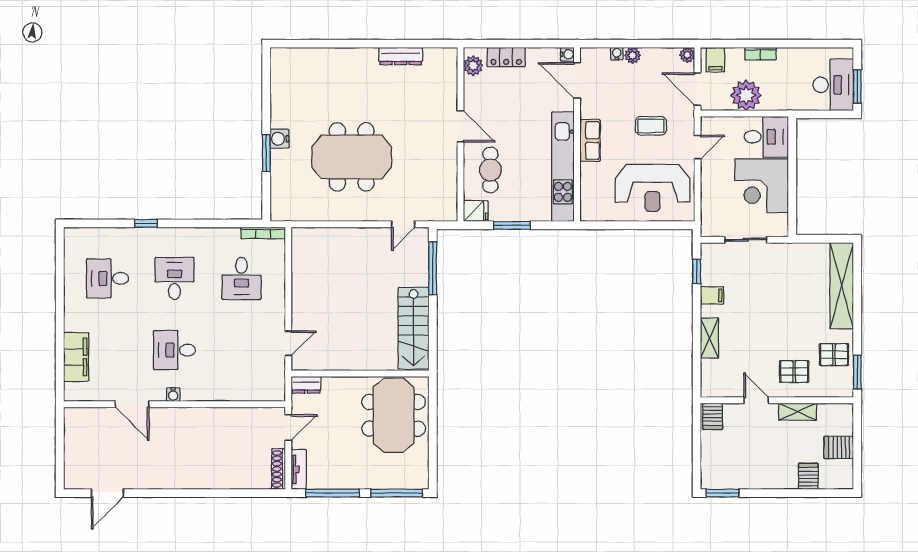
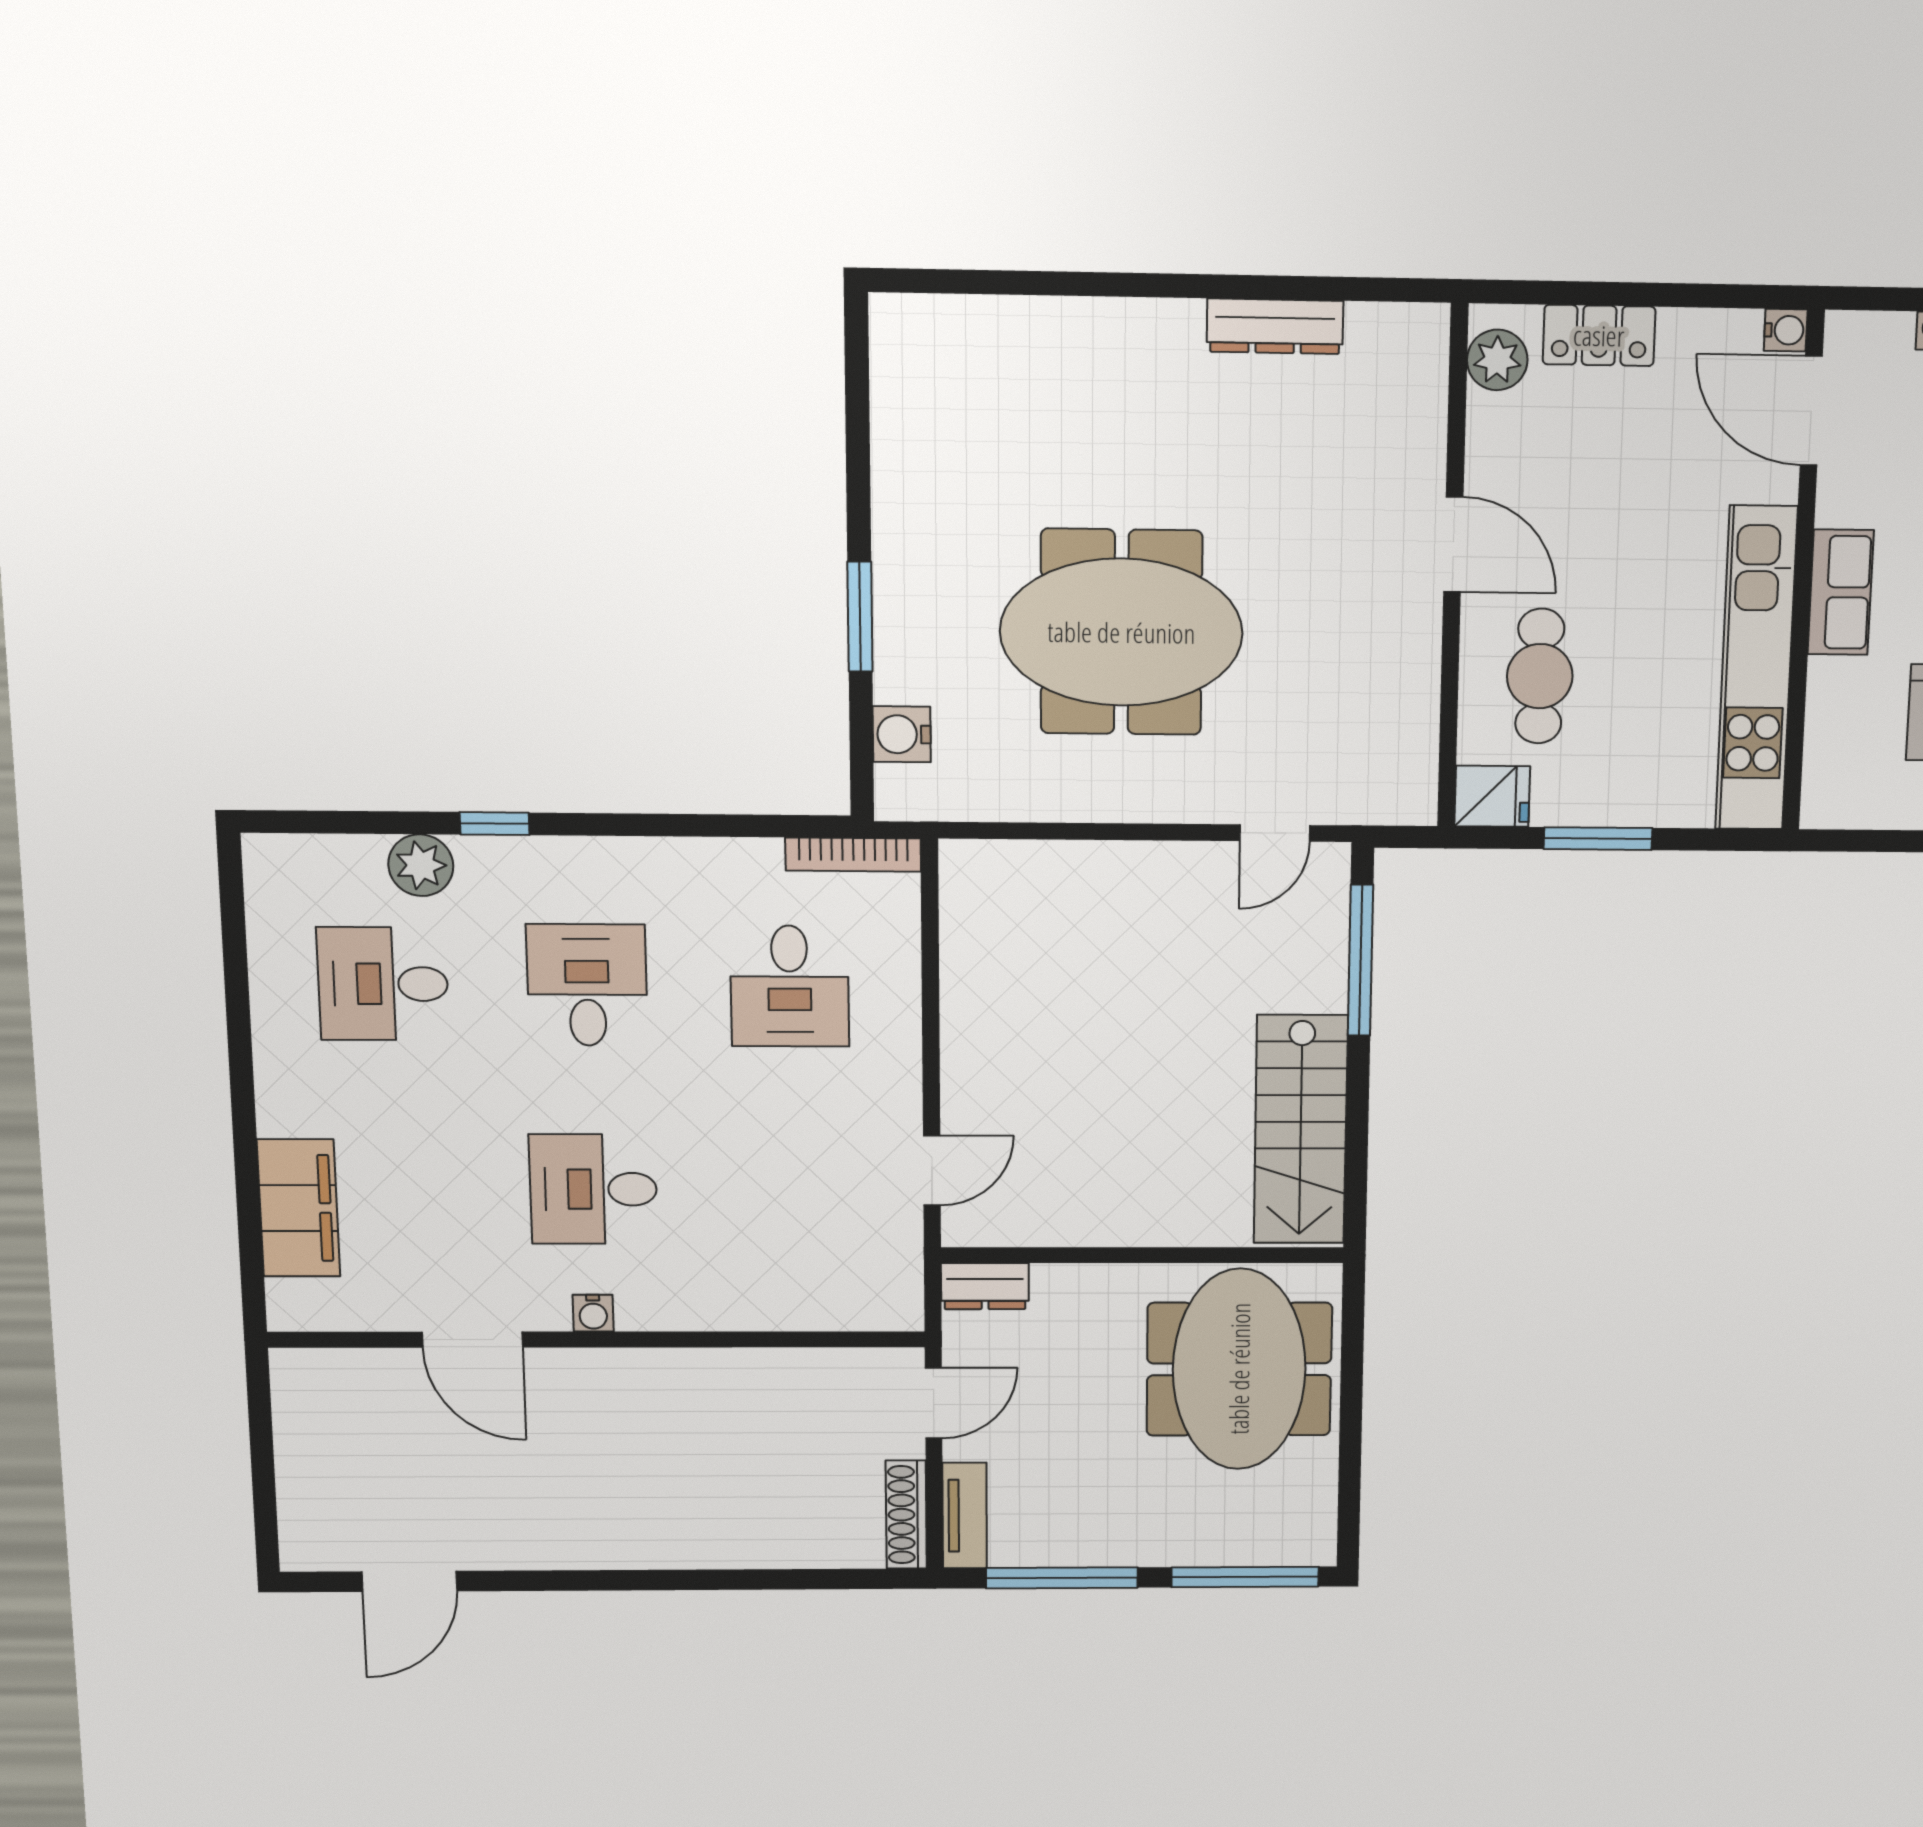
water cooler: (280, 139) -> (902, 734), moved
plant: (121, 238) -> (421, 865), added

